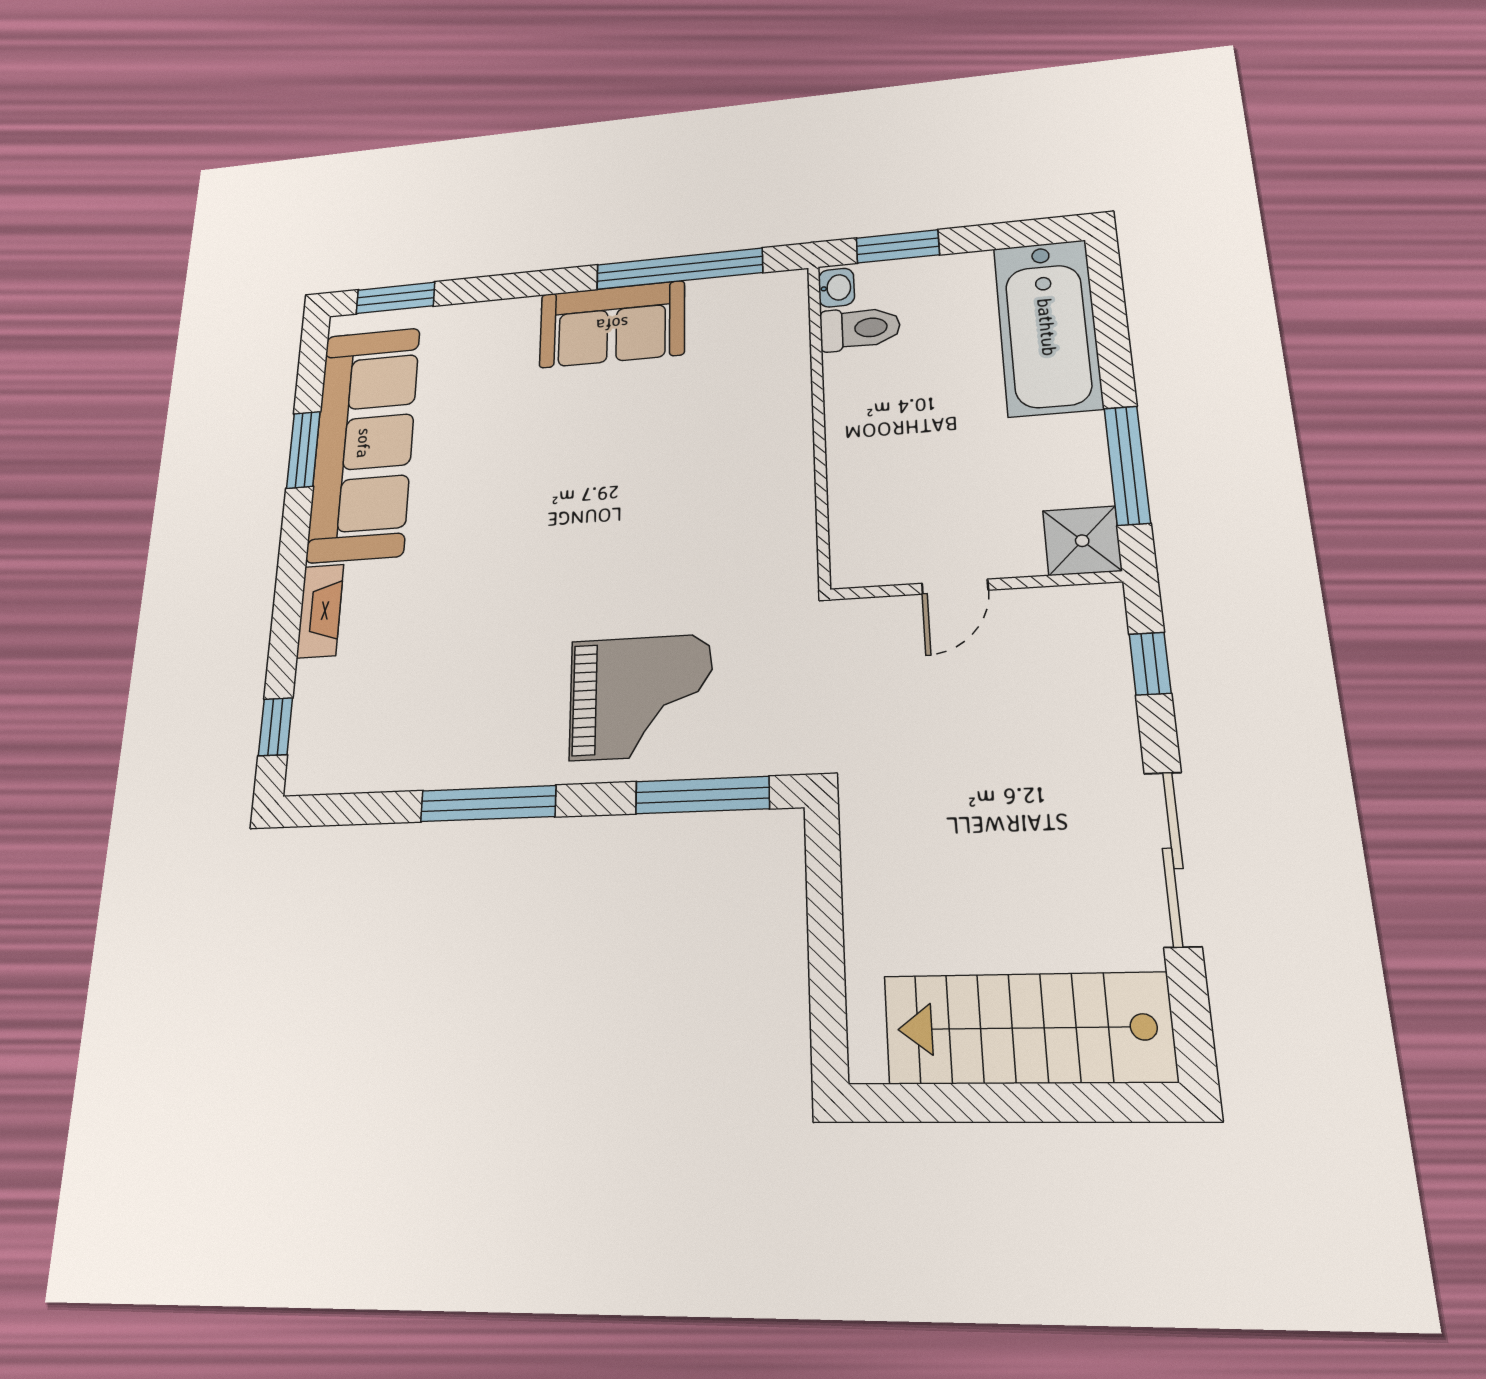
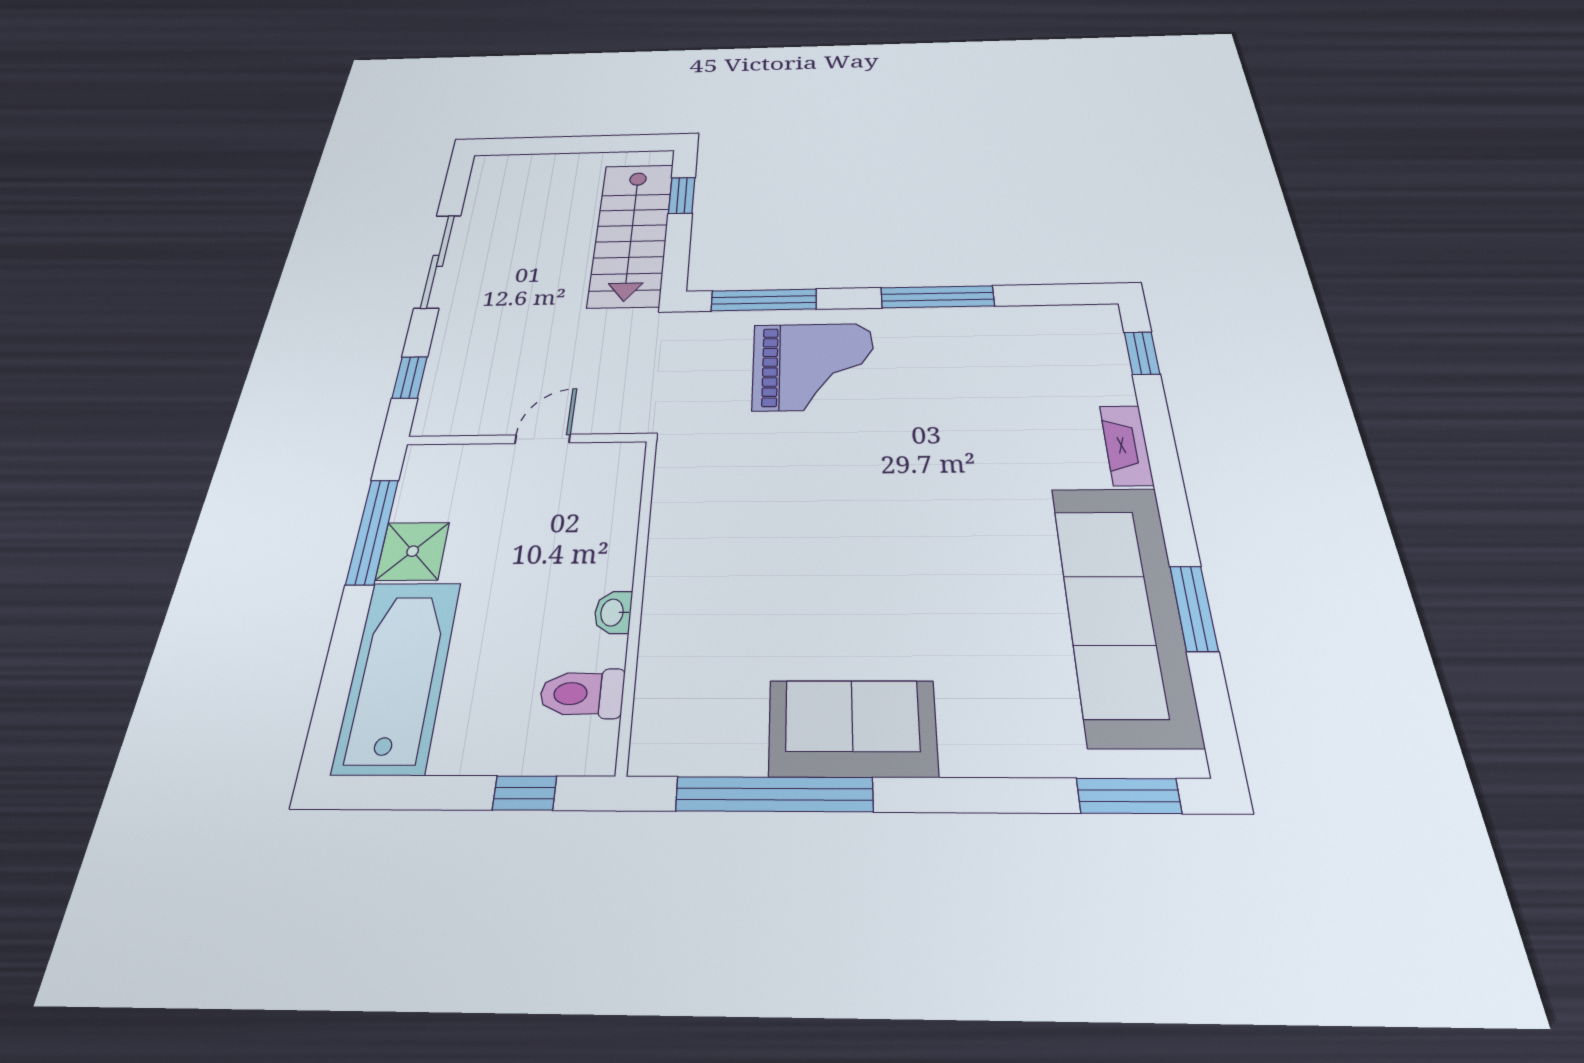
window: (898, 246) -> (525, 793), width x0.67
washbasin: (836, 288) -> (613, 612), moved
shower: (1082, 541) -> (413, 551), moved
grand piano: (641, 697) -> (813, 366), turned 180
window: (827, 985) -> (682, 195), added
stairs: (1028, 1028) -> (632, 234), moved, turned 90

